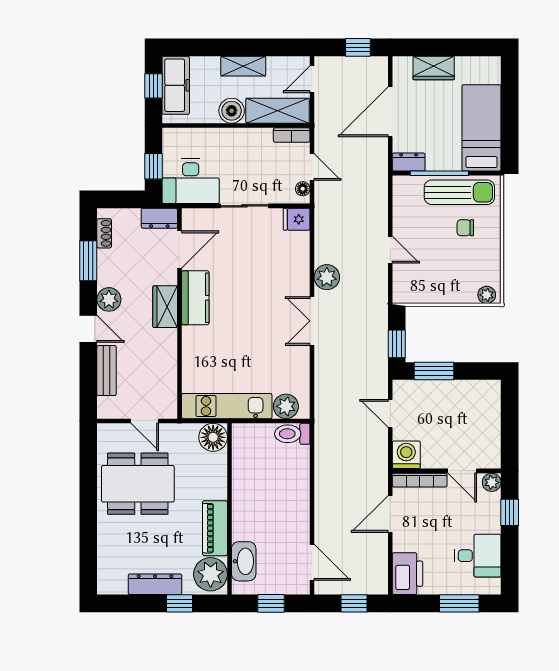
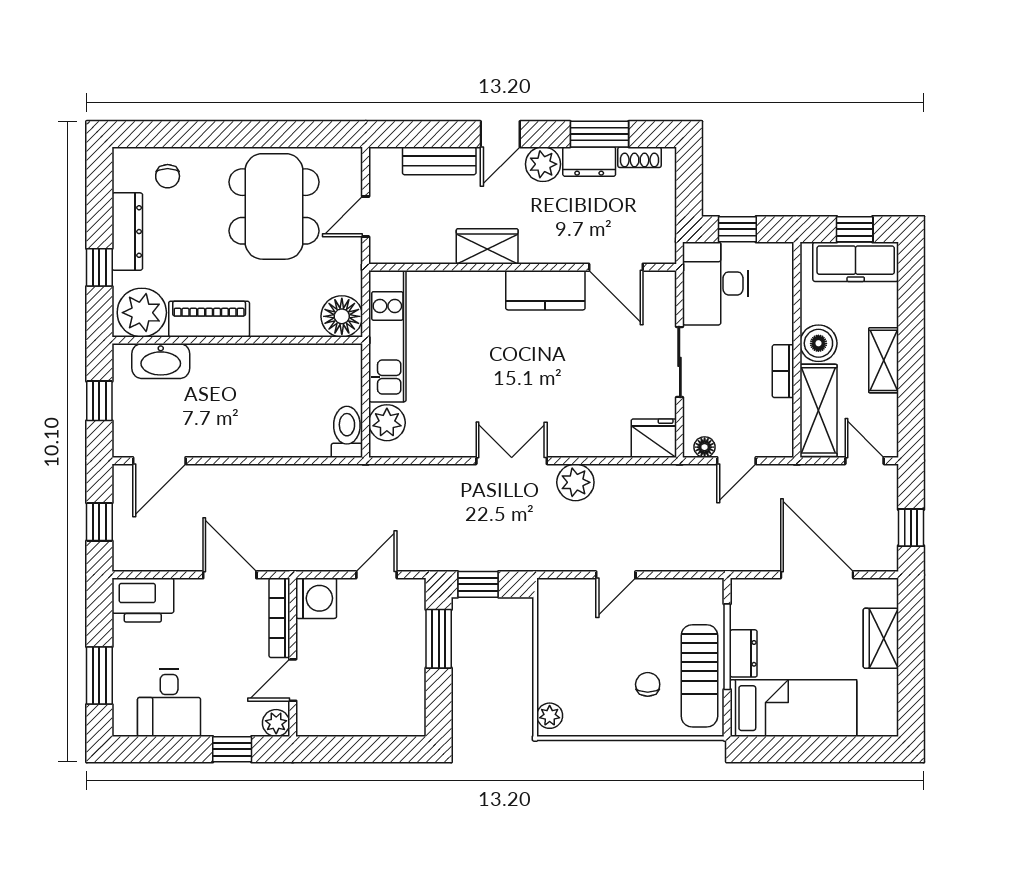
bookcase: (292, 135) -> (783, 371), moved
dresser: (409, 162) -> (744, 653), moved
dresser: (159, 218) -> (589, 162), moved, turned -90
fridge: (297, 219) -> (654, 438), width x1.38
wardrobe: (165, 307) -> (487, 246), moved
chair: (117, 557) -> (168, 176), added

